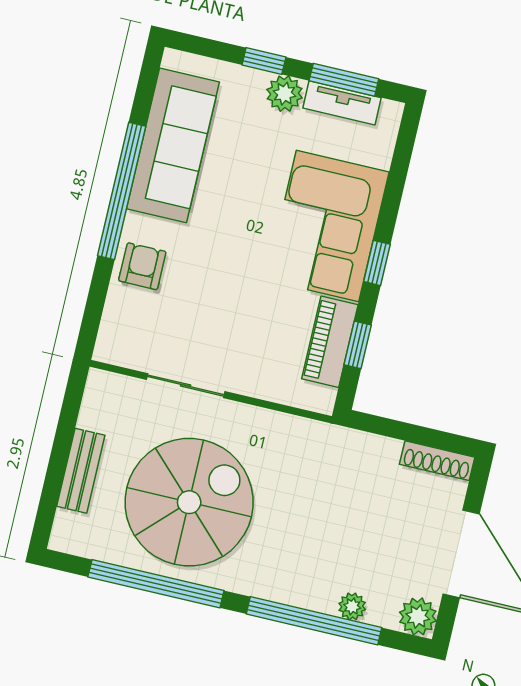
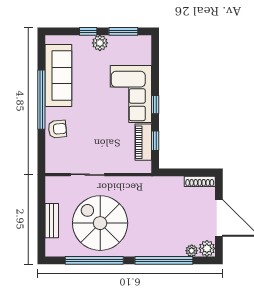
tv unit: (342, 103) -> (125, 41), removed
armchair: (142, 266) -> (57, 129), turned 85
spiral stairs: (189, 502) -> (100, 223), turned -90
plant: (352, 606) -> (192, 251), moved

